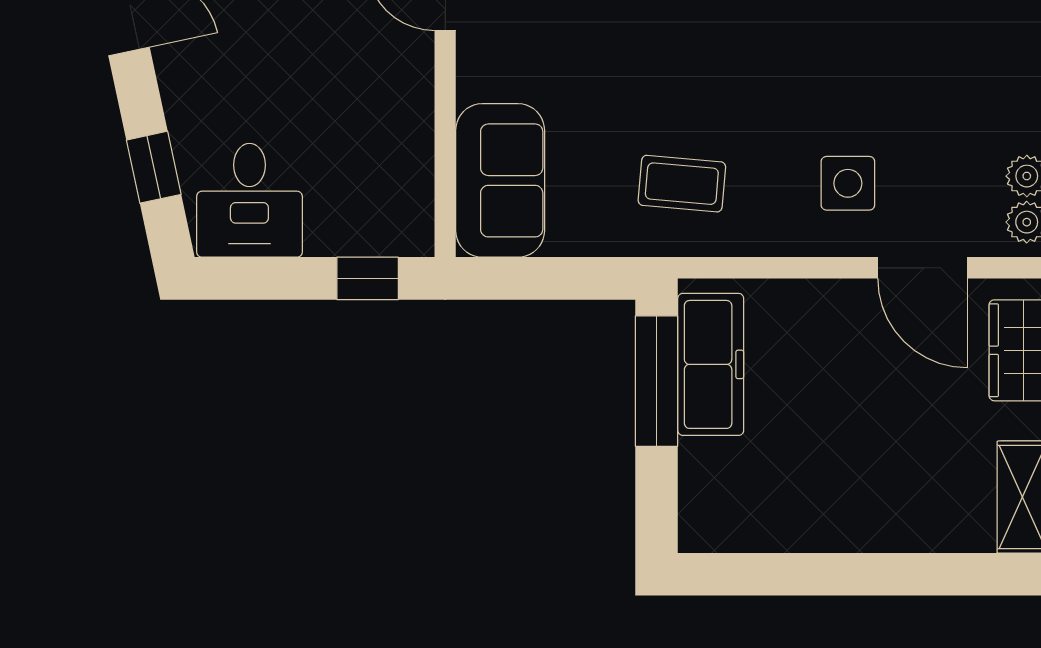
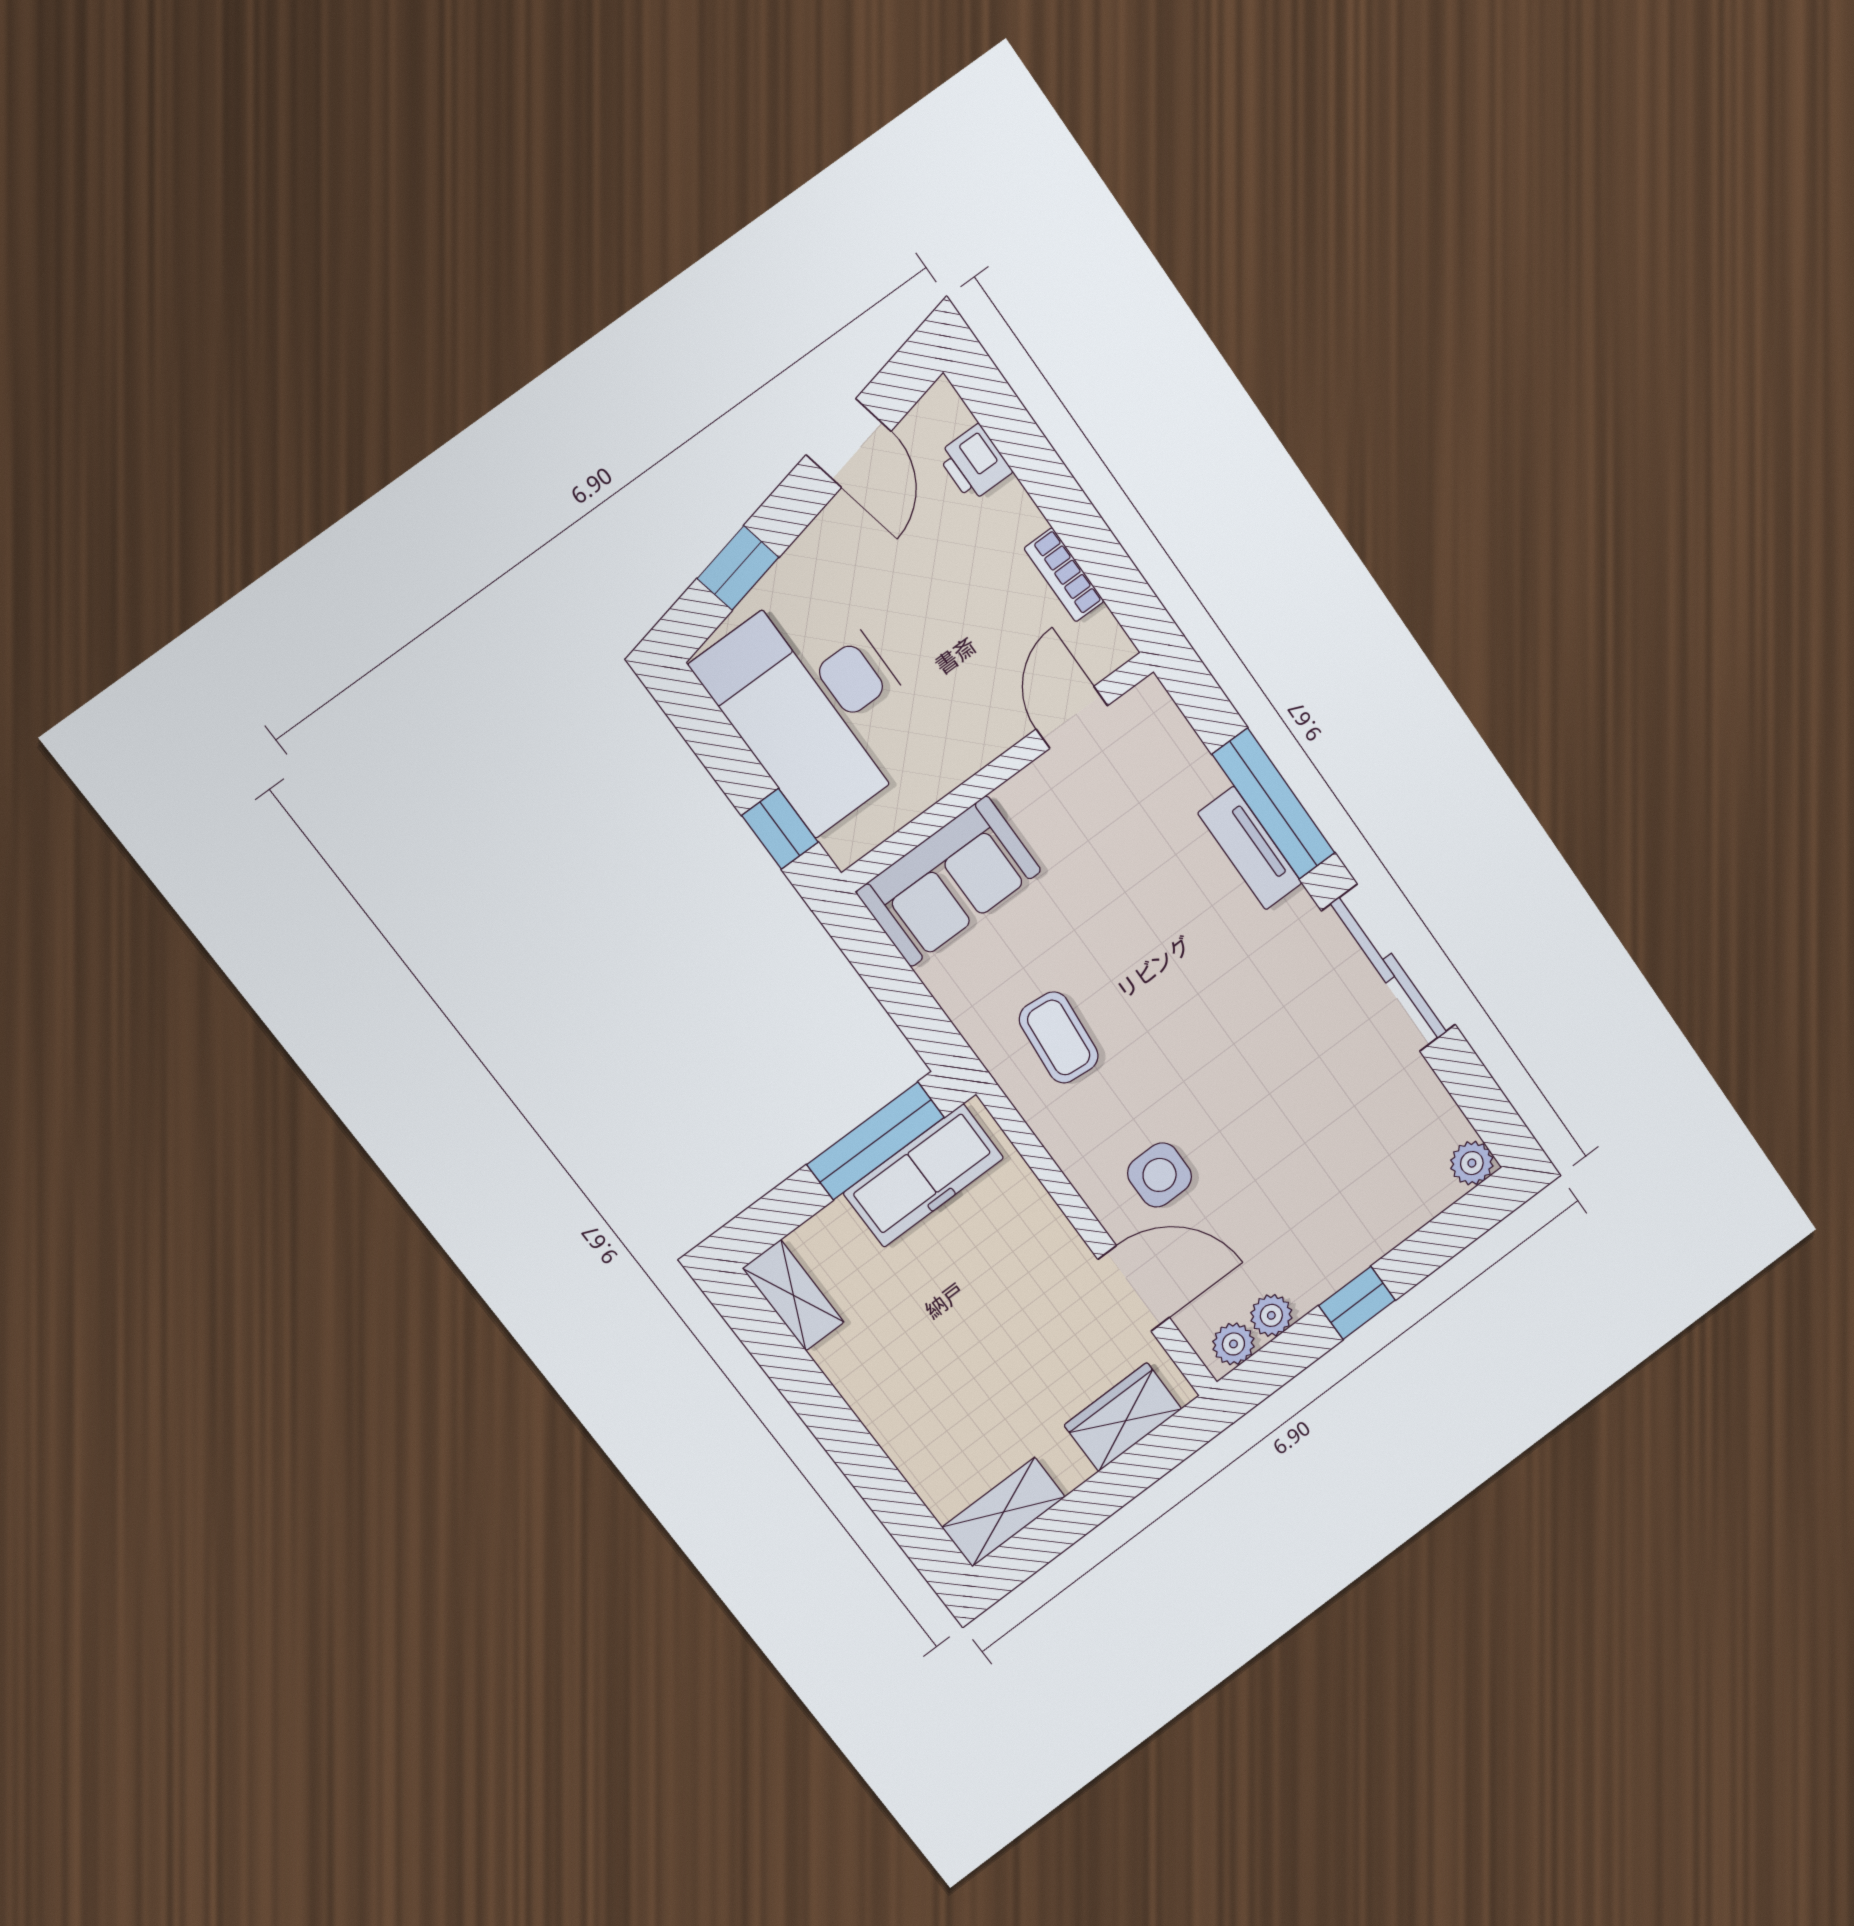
desk: (249, 200) -> (816, 705), width x1.87, depth x1.30
door: (922, 268) -> (1134, 1288), swing flipped
shelving: (728, 531) -> (793, 1295), added

